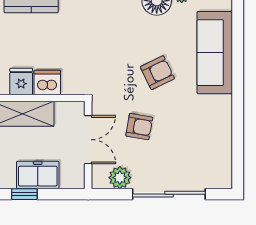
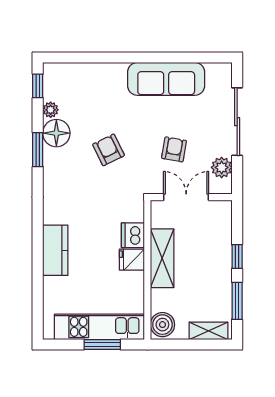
sofa: (215, 53) -> (166, 79), moved
armchair: (157, 73) -> (109, 150), moved
freezer: (38, 175) -> (219, 244), removed

